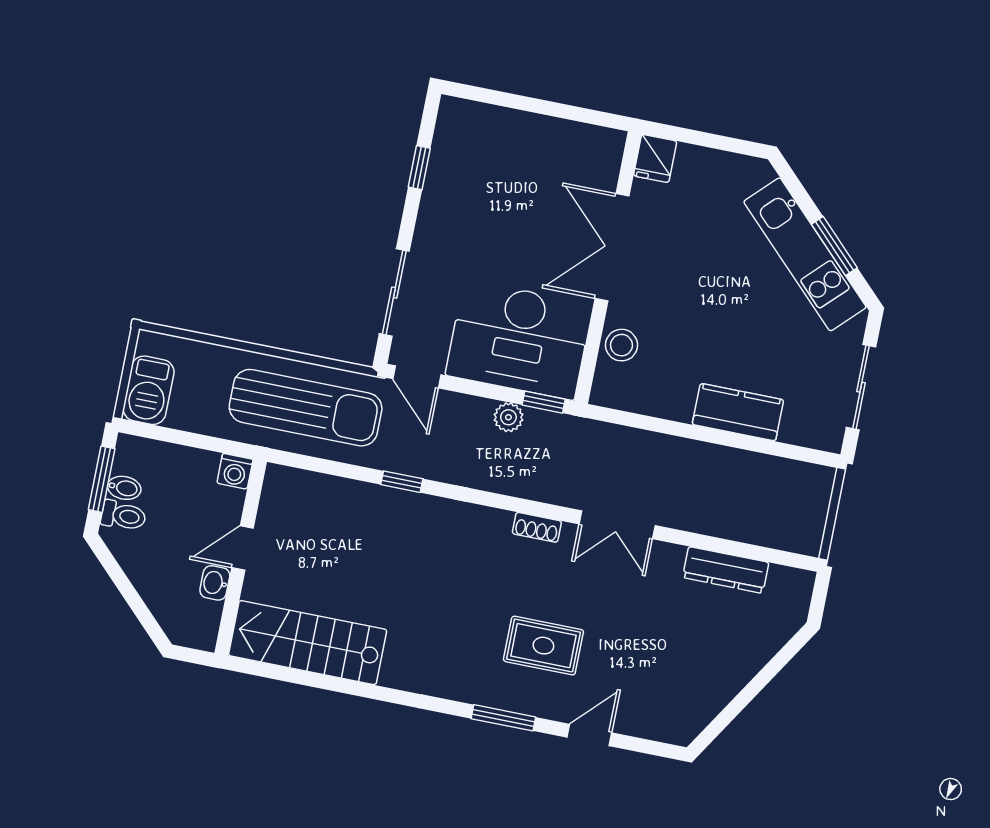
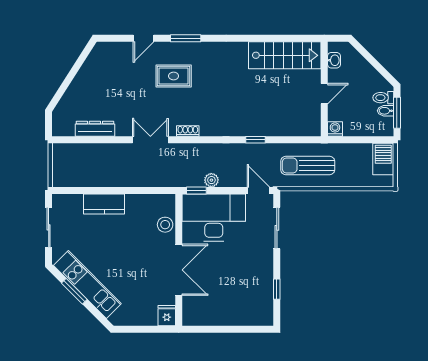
sun lounger: (306, 408) -> (308, 166), width x0.73, depth x0.75
washbasin: (215, 583) -> (334, 60), moved

